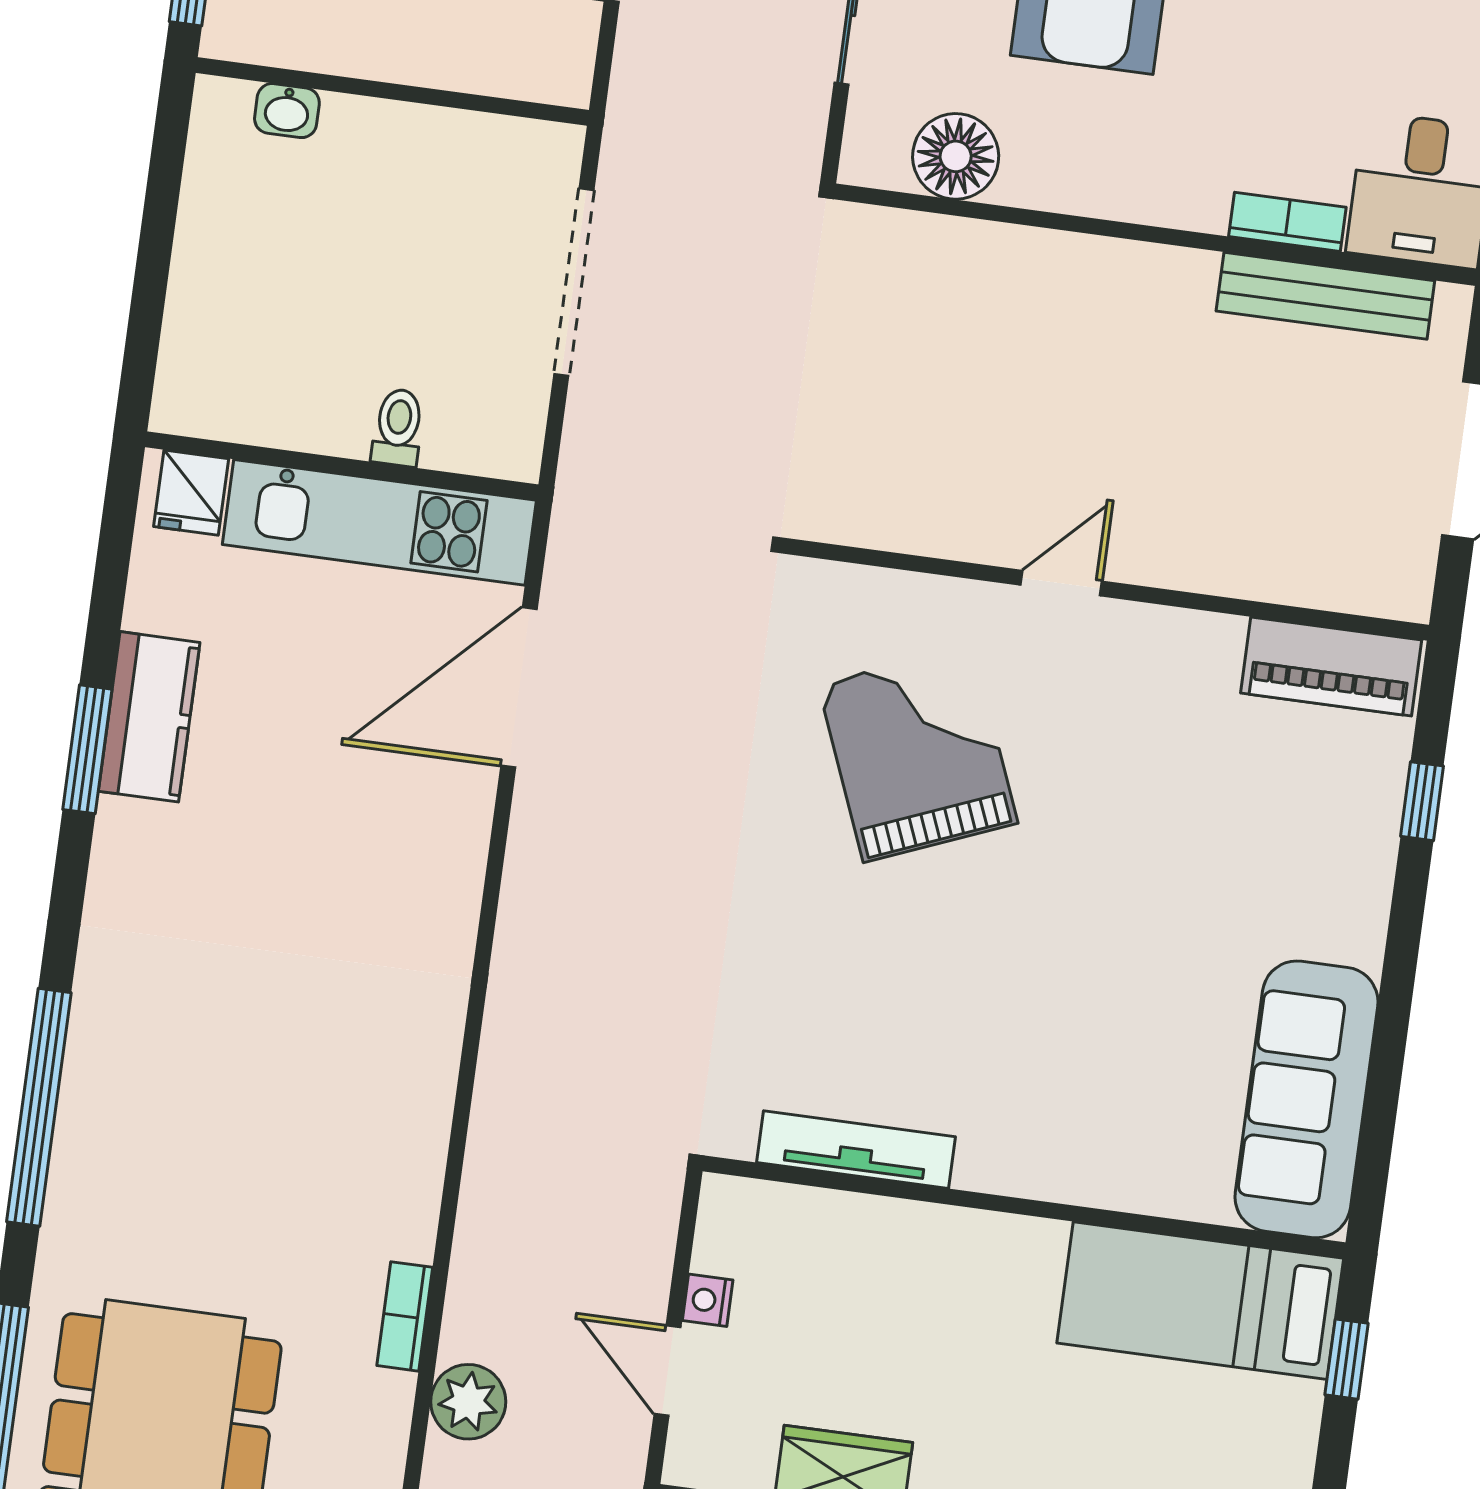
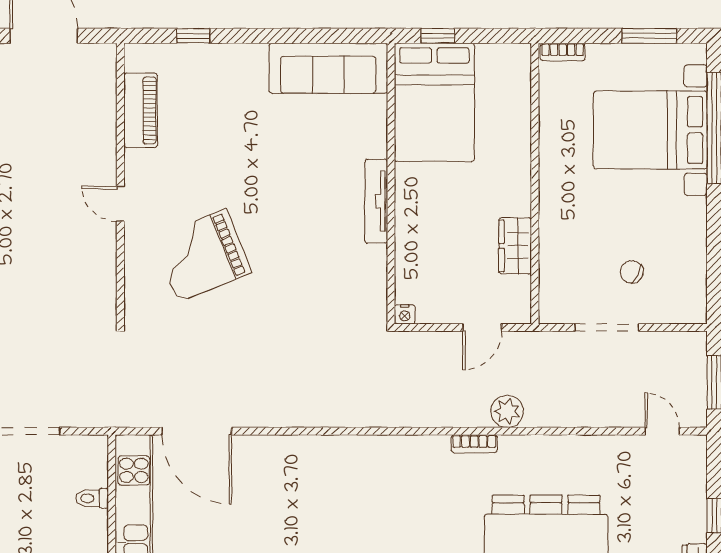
piano: (1331, 667) -> (141, 110), moved
tv unit: (856, 1150) -> (376, 201), moved
nightstand: (708, 1300) -> (405, 314), moved
bed: (1200, 1301) -> (434, 102), width x1.50

